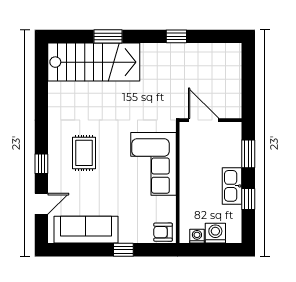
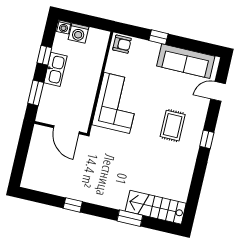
stairs: (94, 62) -> (156, 207), width x0.73, depth x0.66
window: (41, 164) -> (207, 139), moved
washing machine: (197, 236) -> (64, 27), moved

